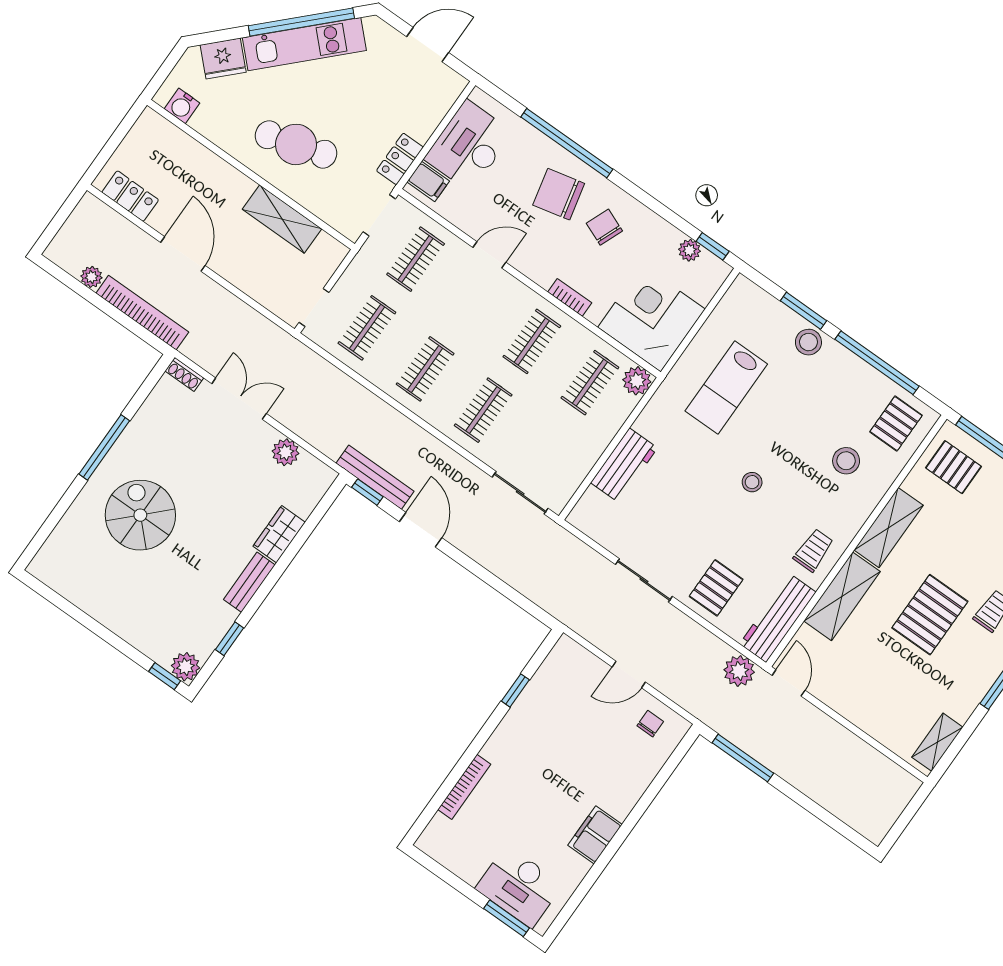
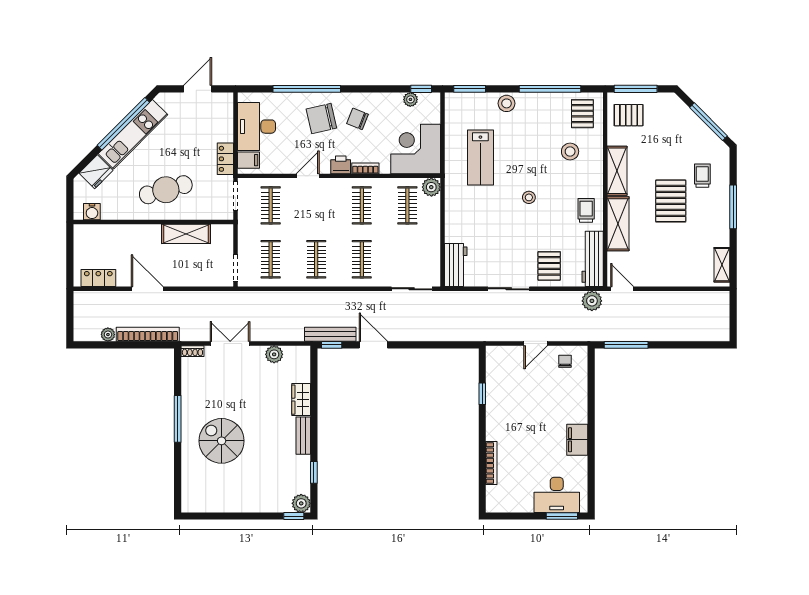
printer: (541, 271) -> (341, 165), added
window: (803, 311) -> (470, 89), moved
workbench: (624, 465) -> (456, 265), moved

